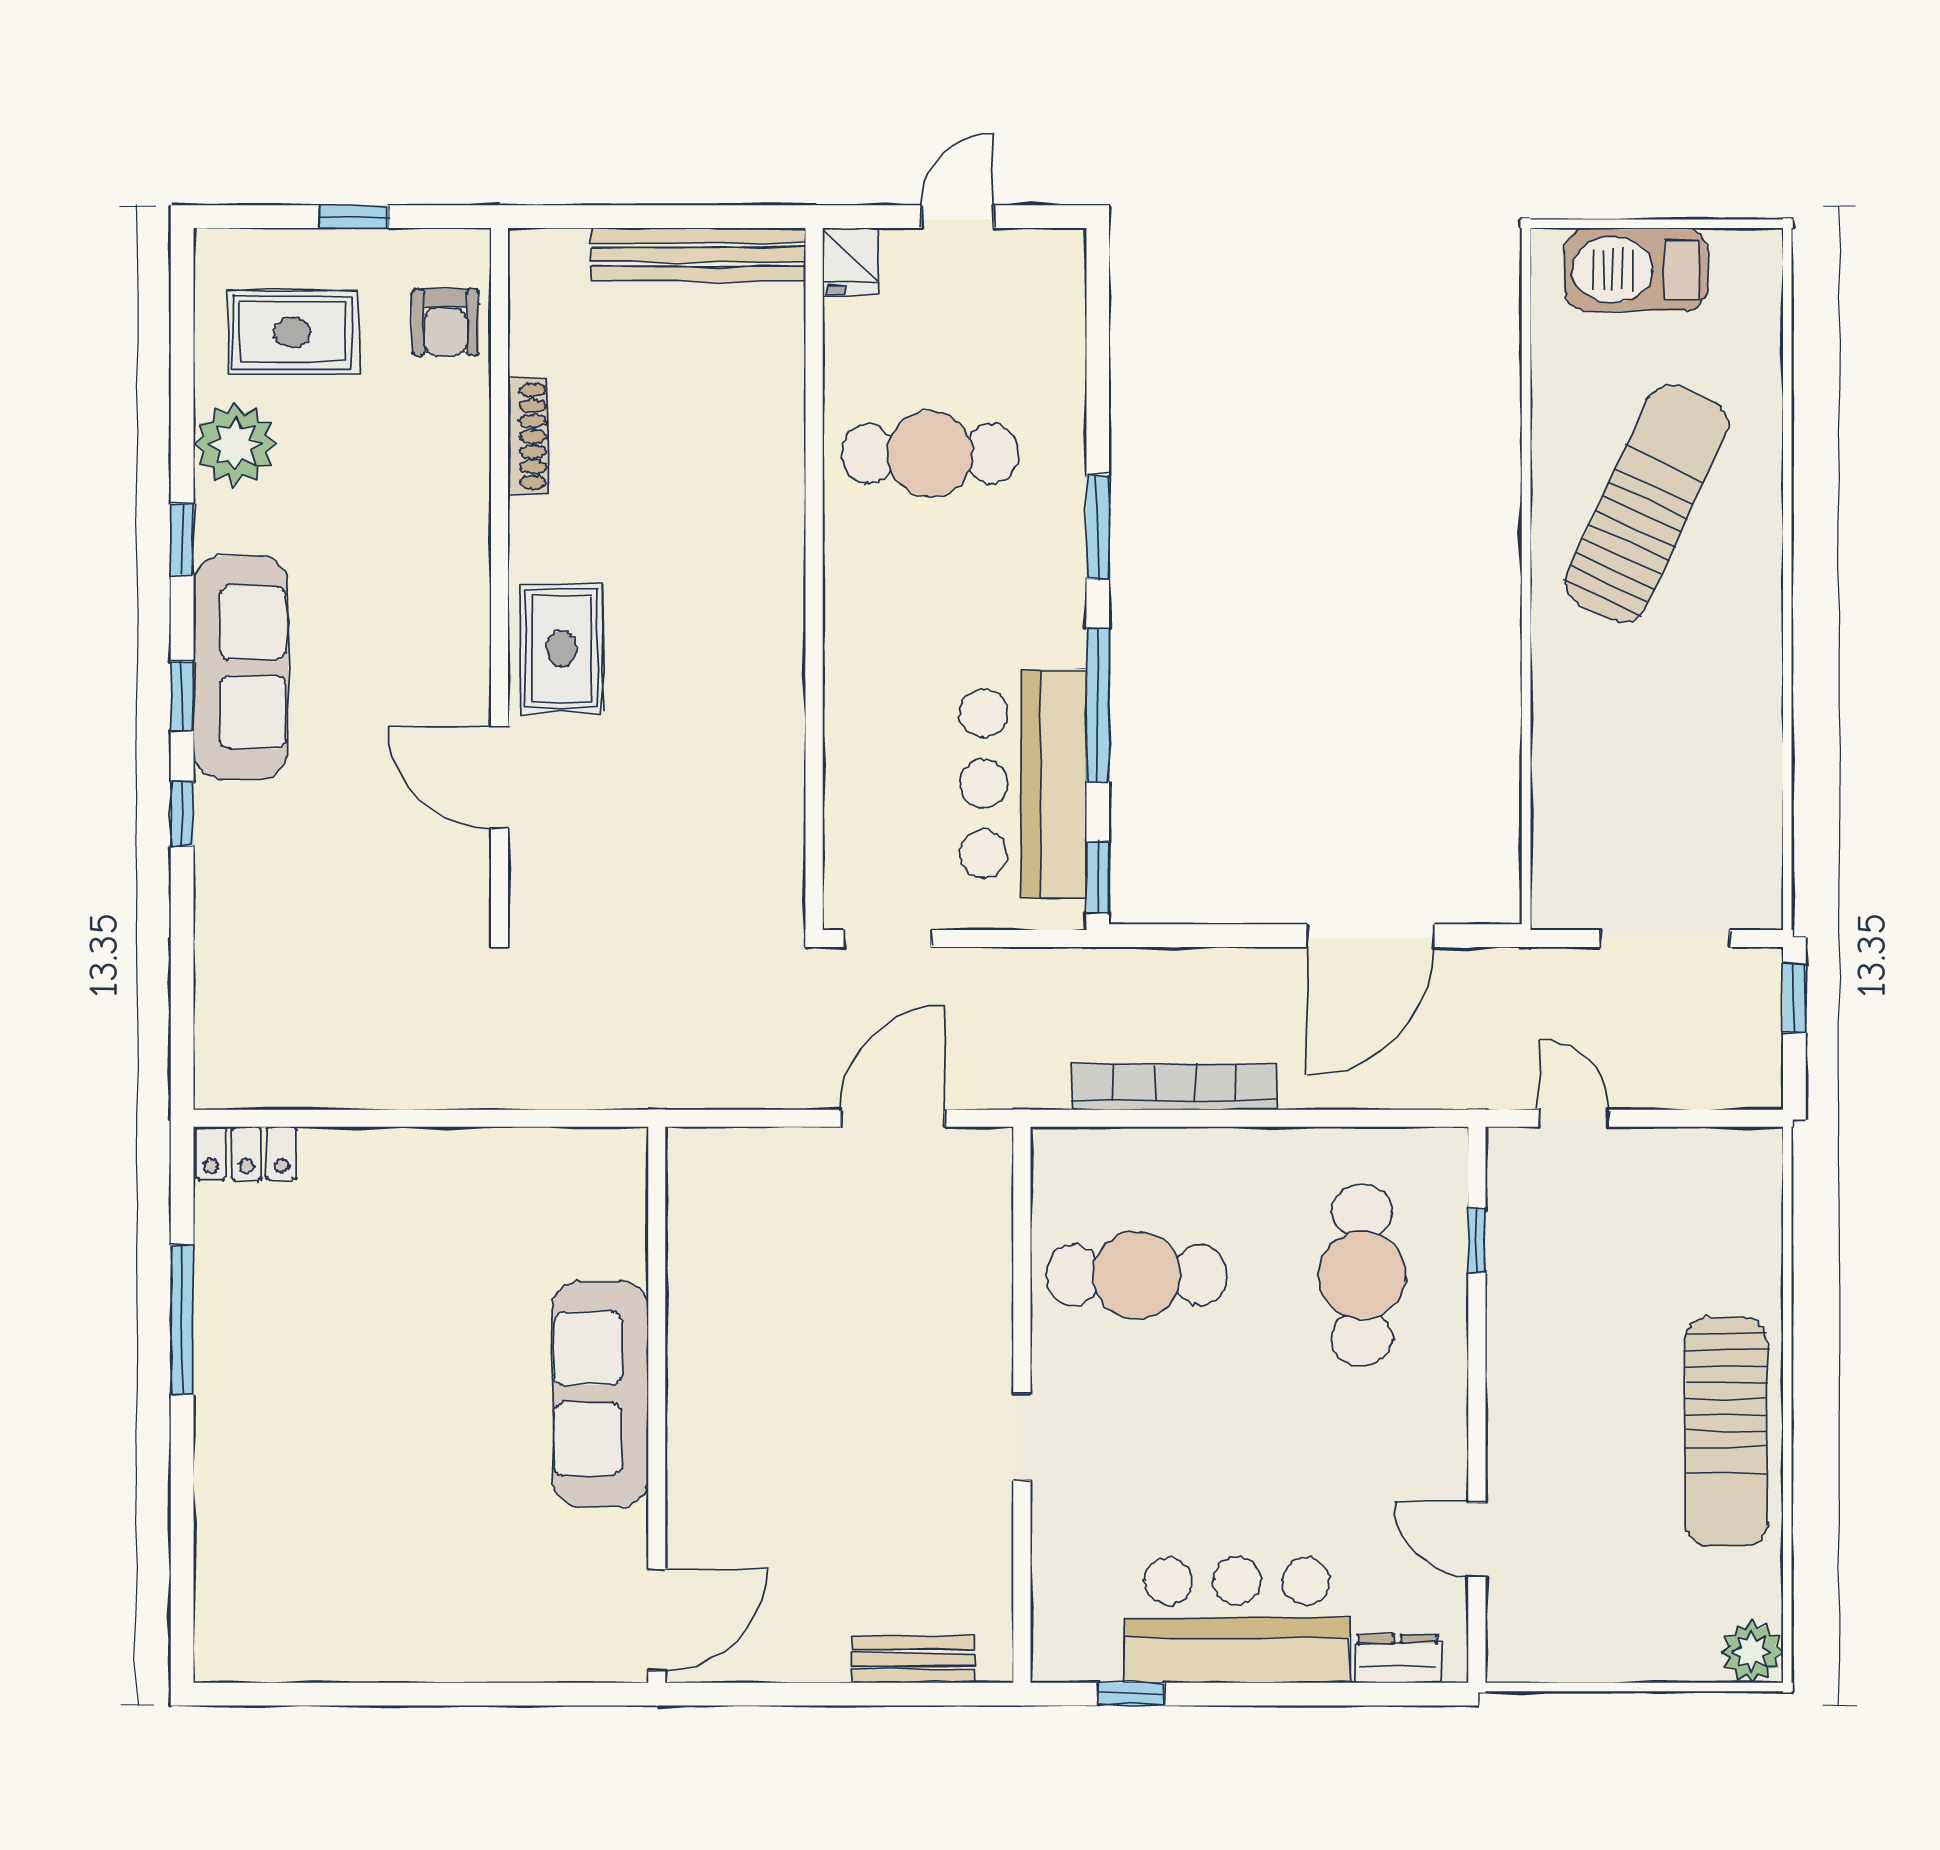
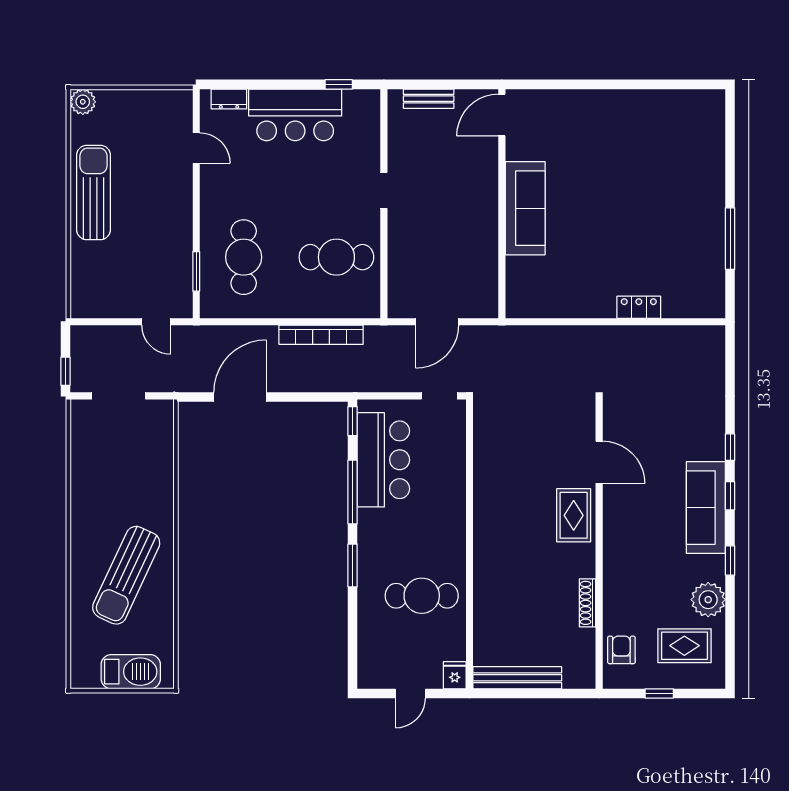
locker: (246, 1154) -> (639, 307), moved
window: (1477, 1240) -> (196, 271), width x1.50
sofa: (600, 1394) -> (525, 208), moved
wall: (657, 1405) -> (502, 204), moved
door: (657, 1620) -> (502, 115), moved

